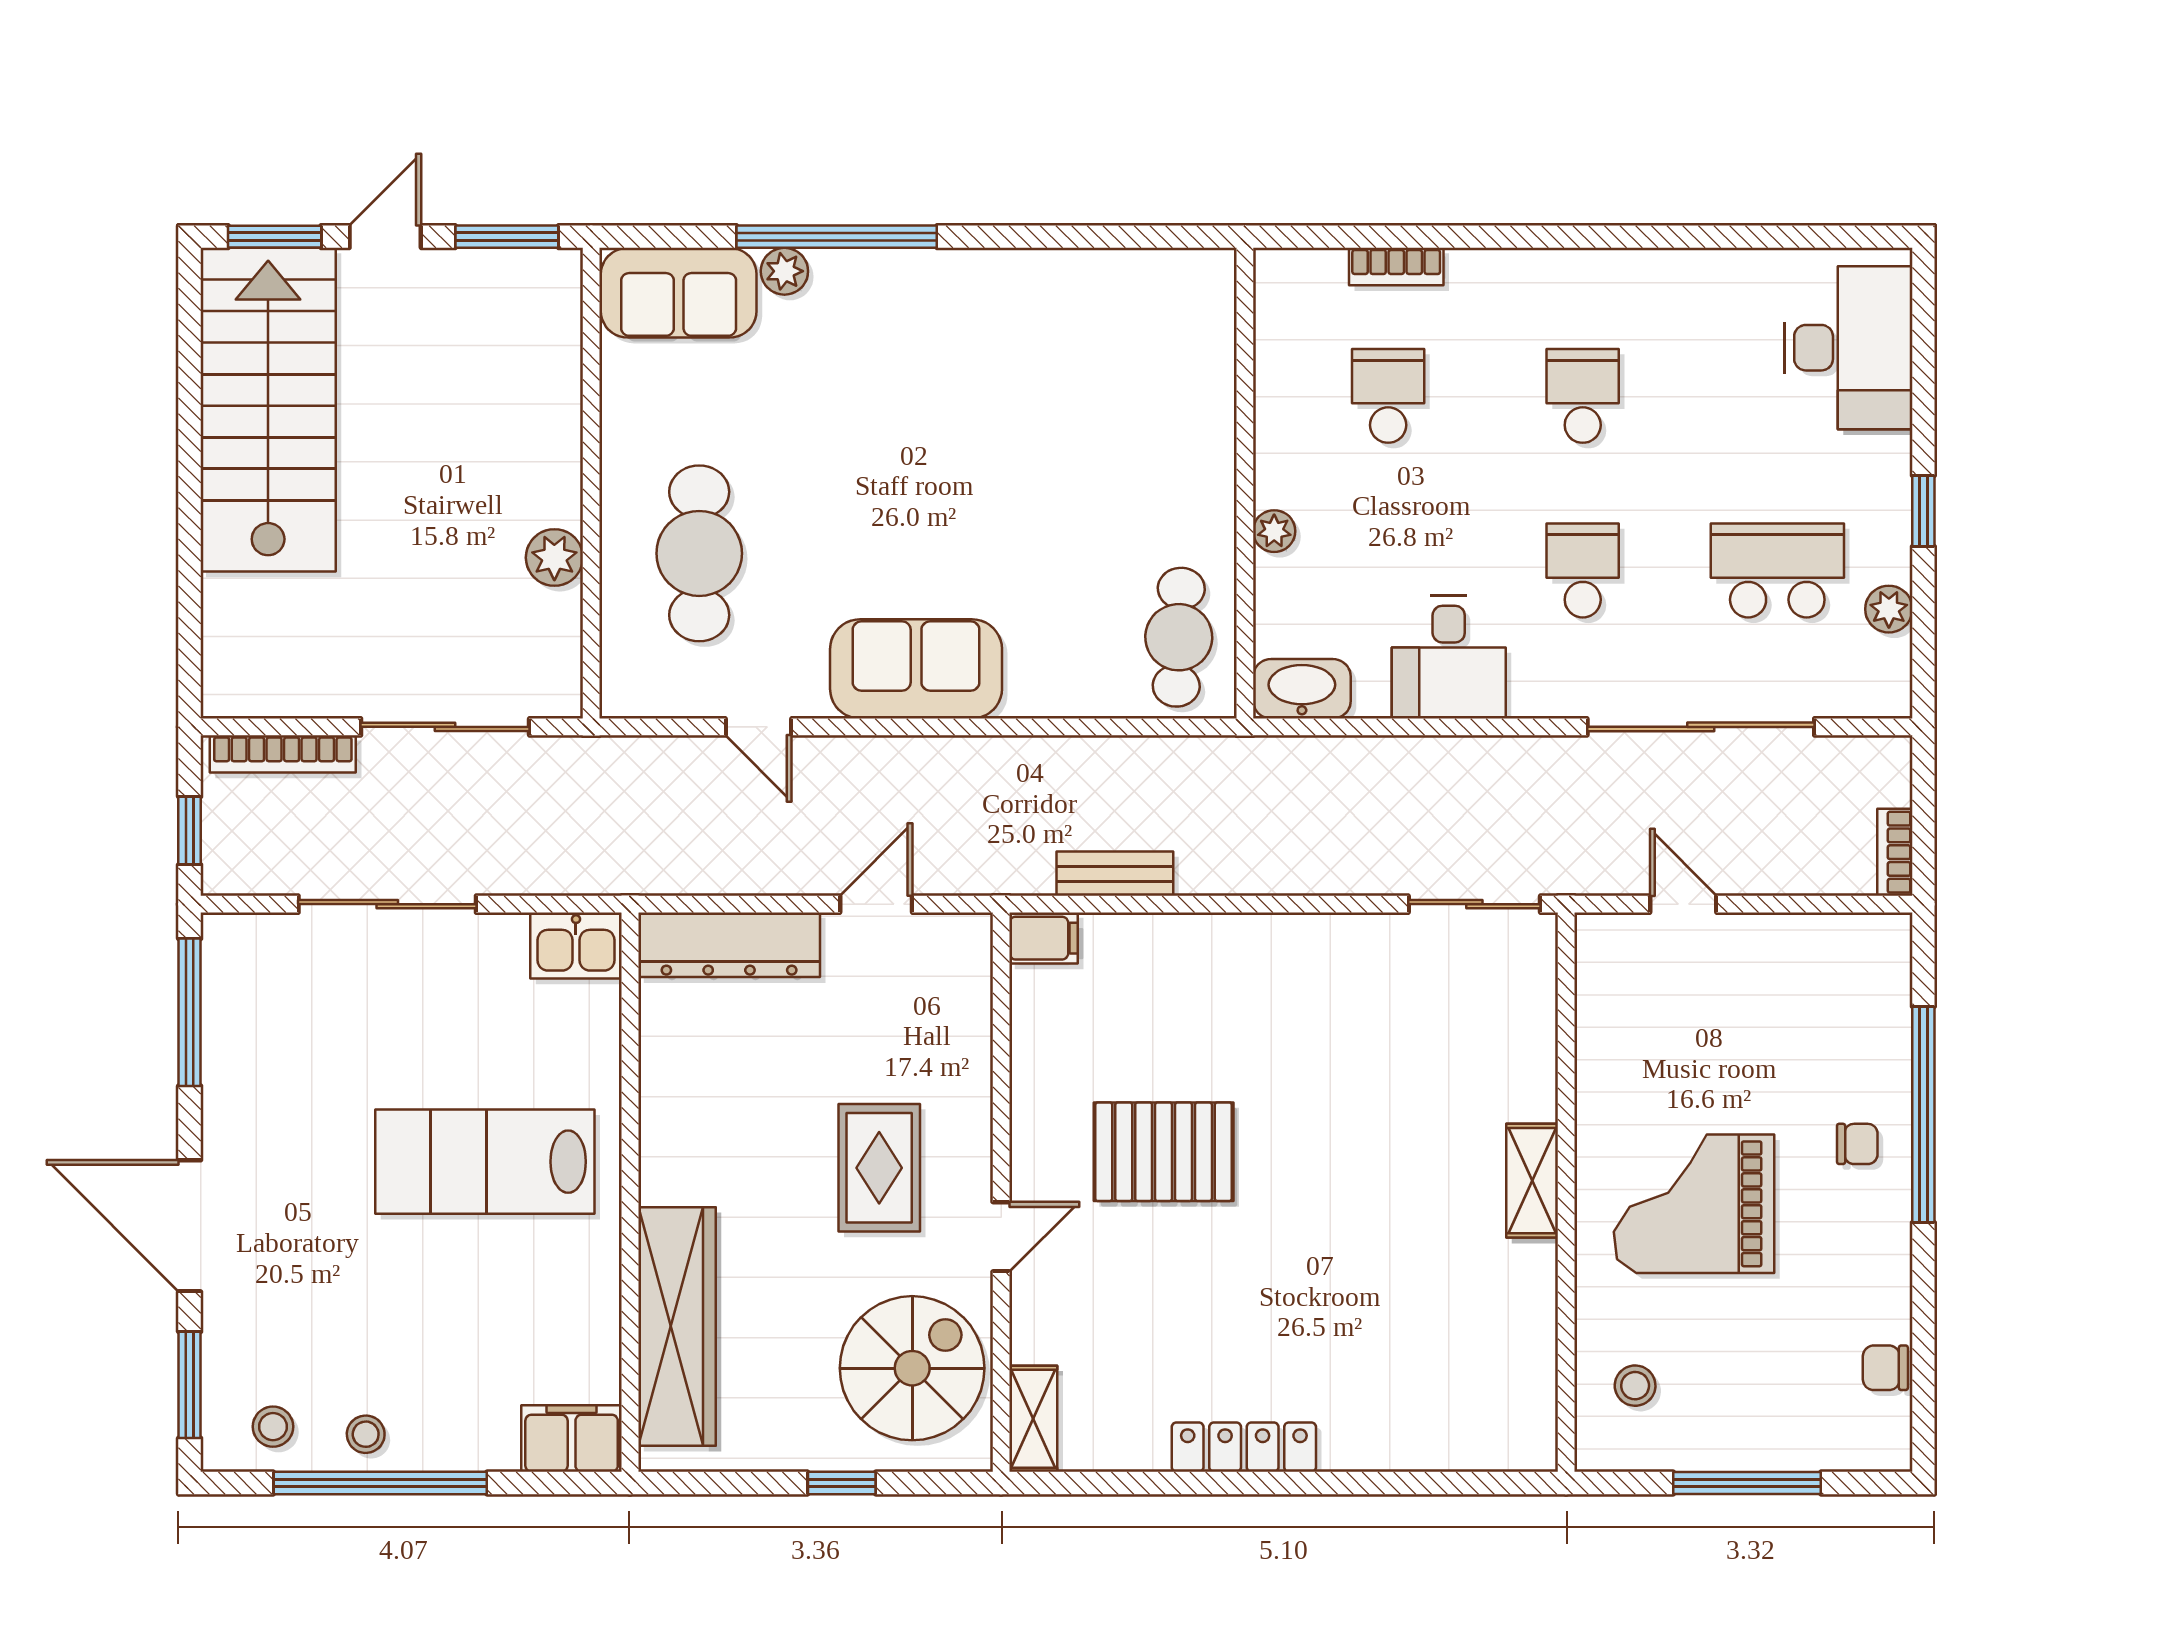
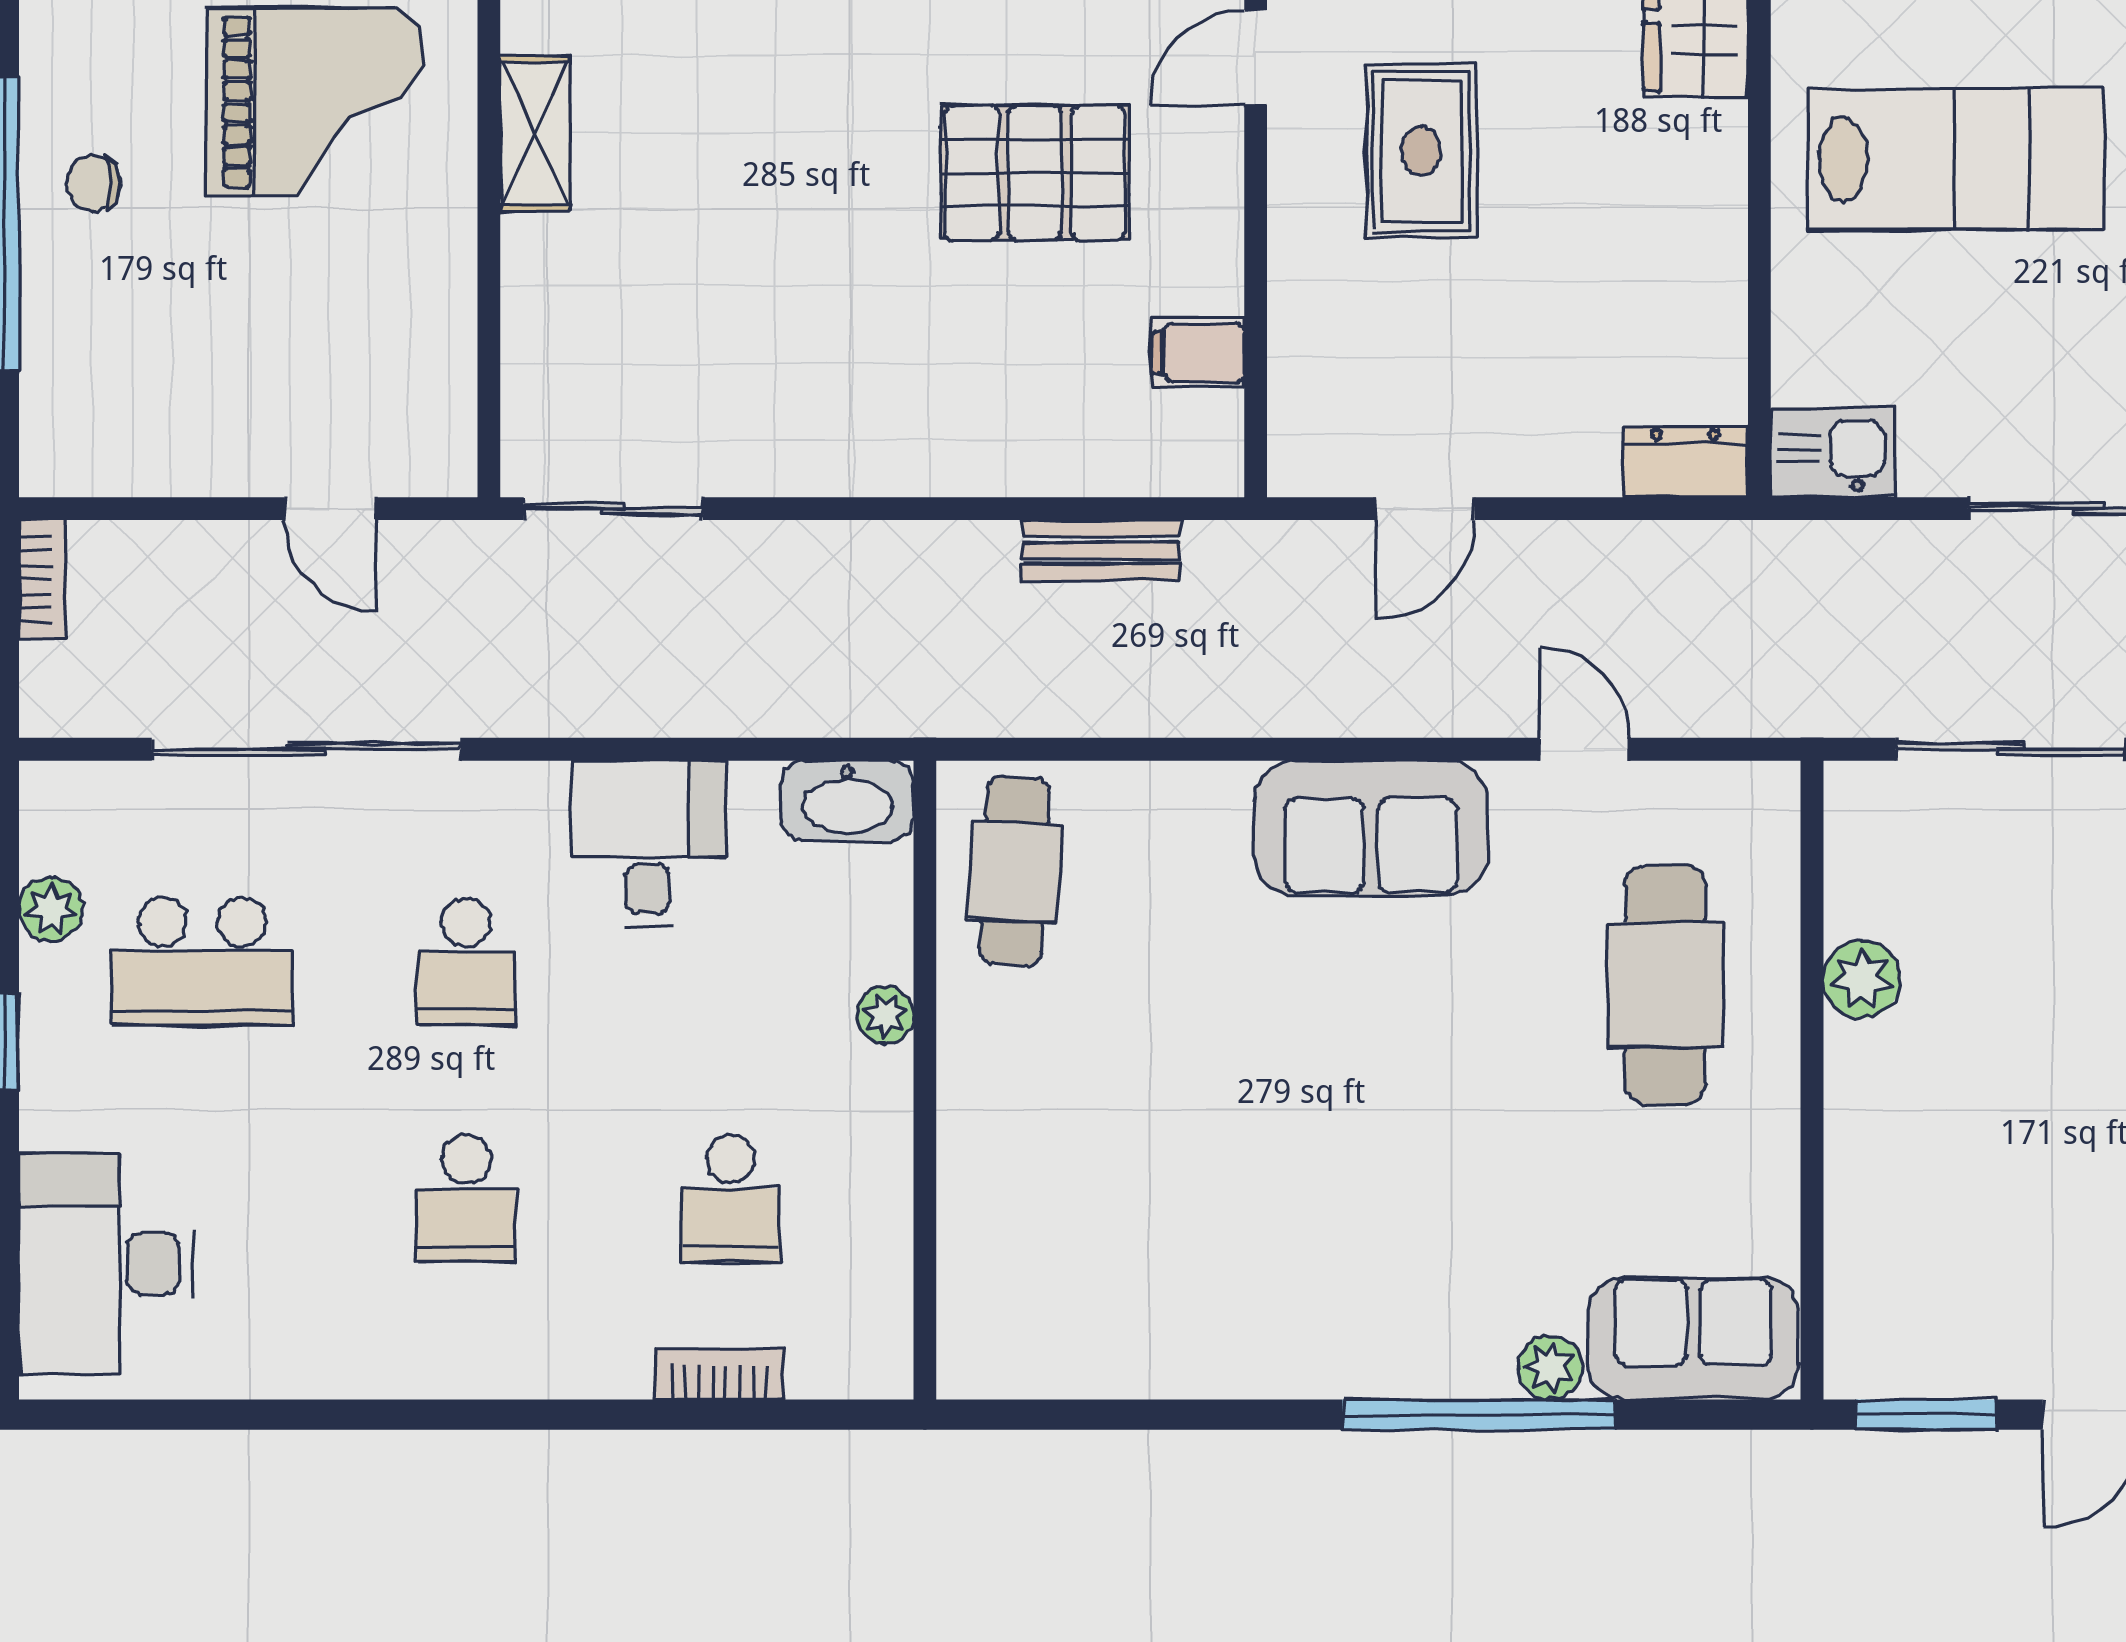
filing cabinet: (1044, 938) -> (1198, 353), moved
dresser: (729, 945) -> (1685, 462), width x0.51, depth x0.80

